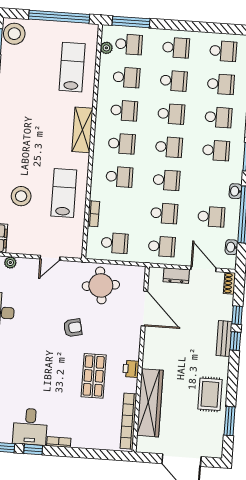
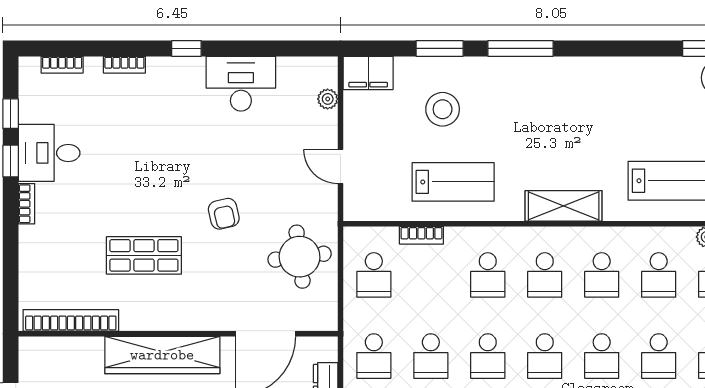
printer: (131, 369) -> (160, 318), removed
wardrobe: (150, 403) -> (162, 355), moved

